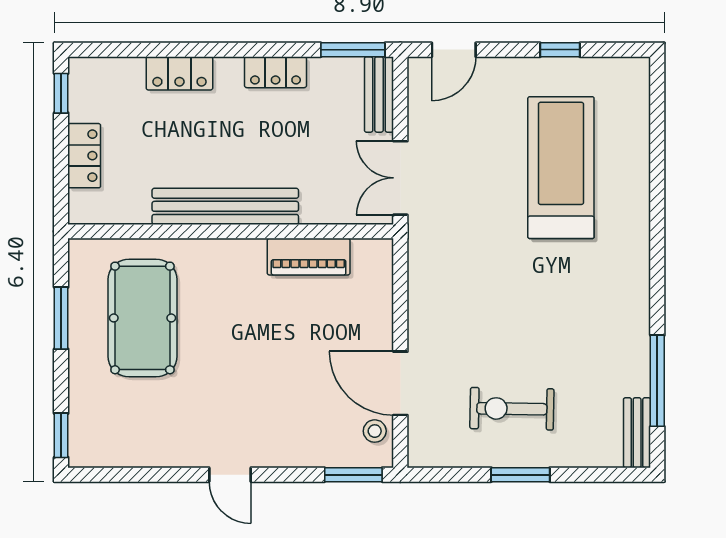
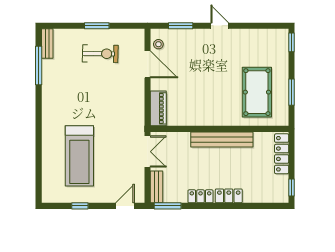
locker: (179, 73) -> (229, 196), moved
locker: (84, 156) -> (282, 154), width x1.53
piano: (309, 257) -> (158, 108), moved, turned 90
window: (353, 475) -> (181, 26), moved

